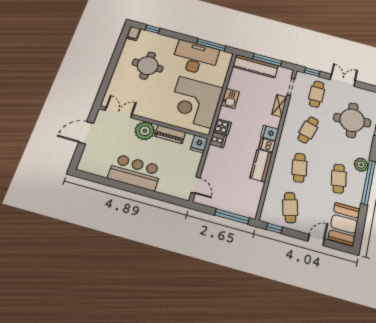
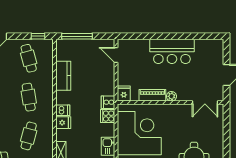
plant: (145, 131) -> (171, 96), width x0.53, depth x0.53
kitchen counter: (261, 165) -> (63, 76), moved

